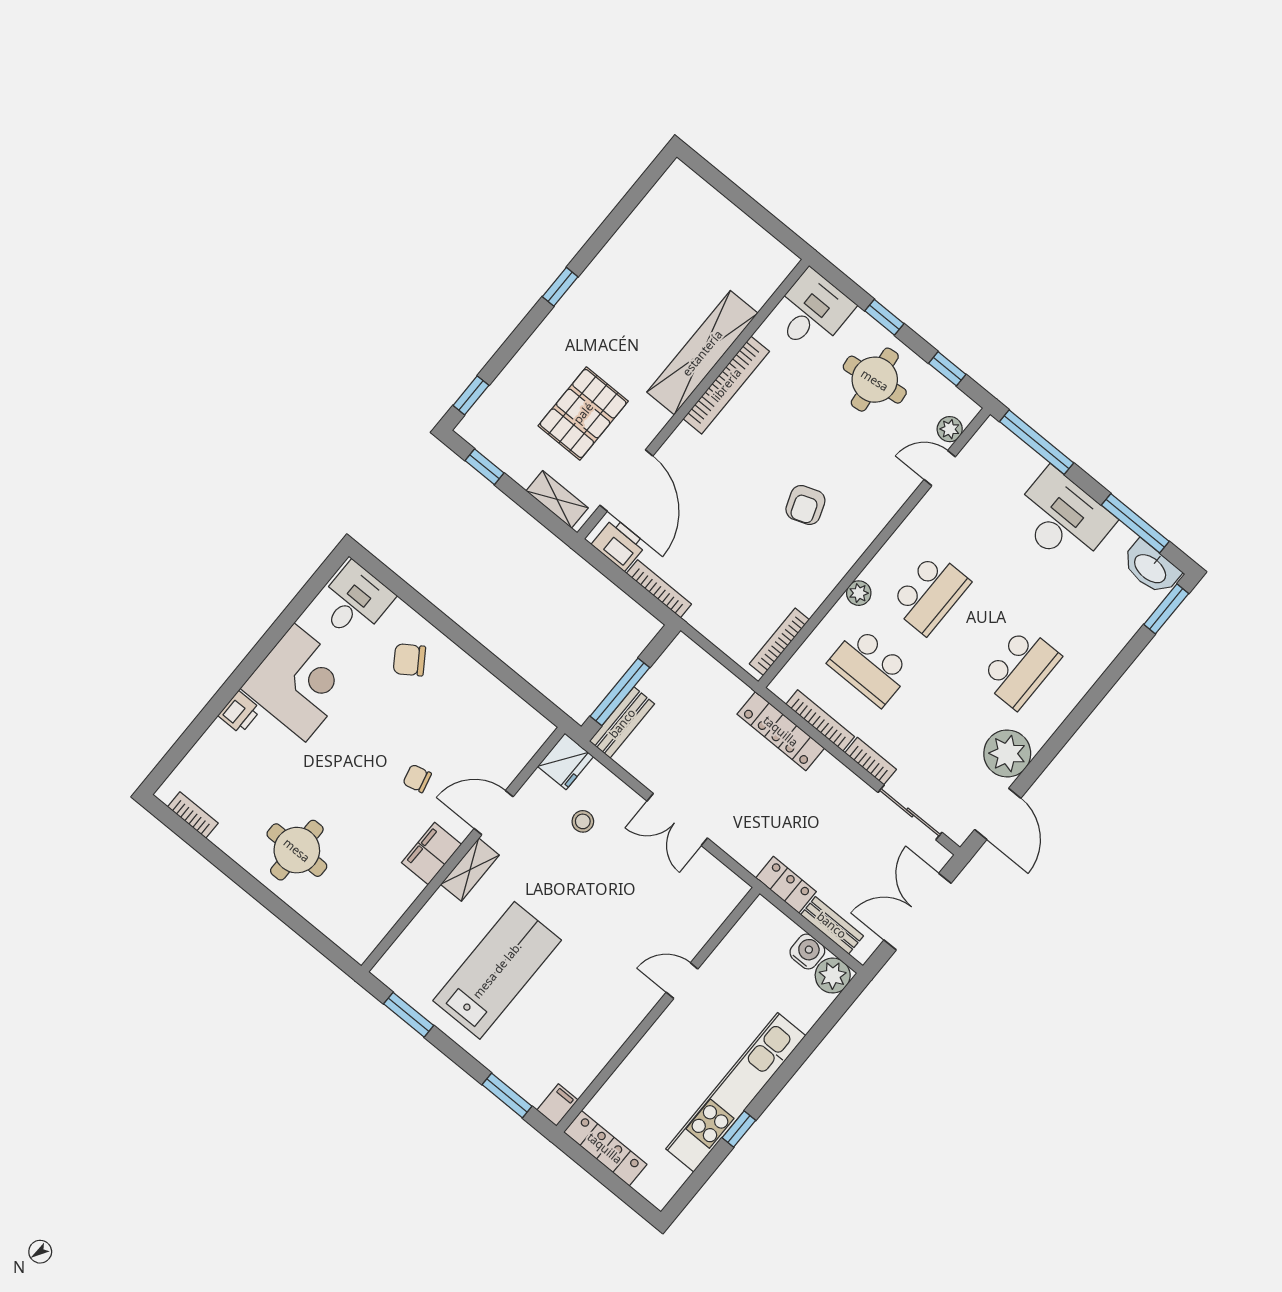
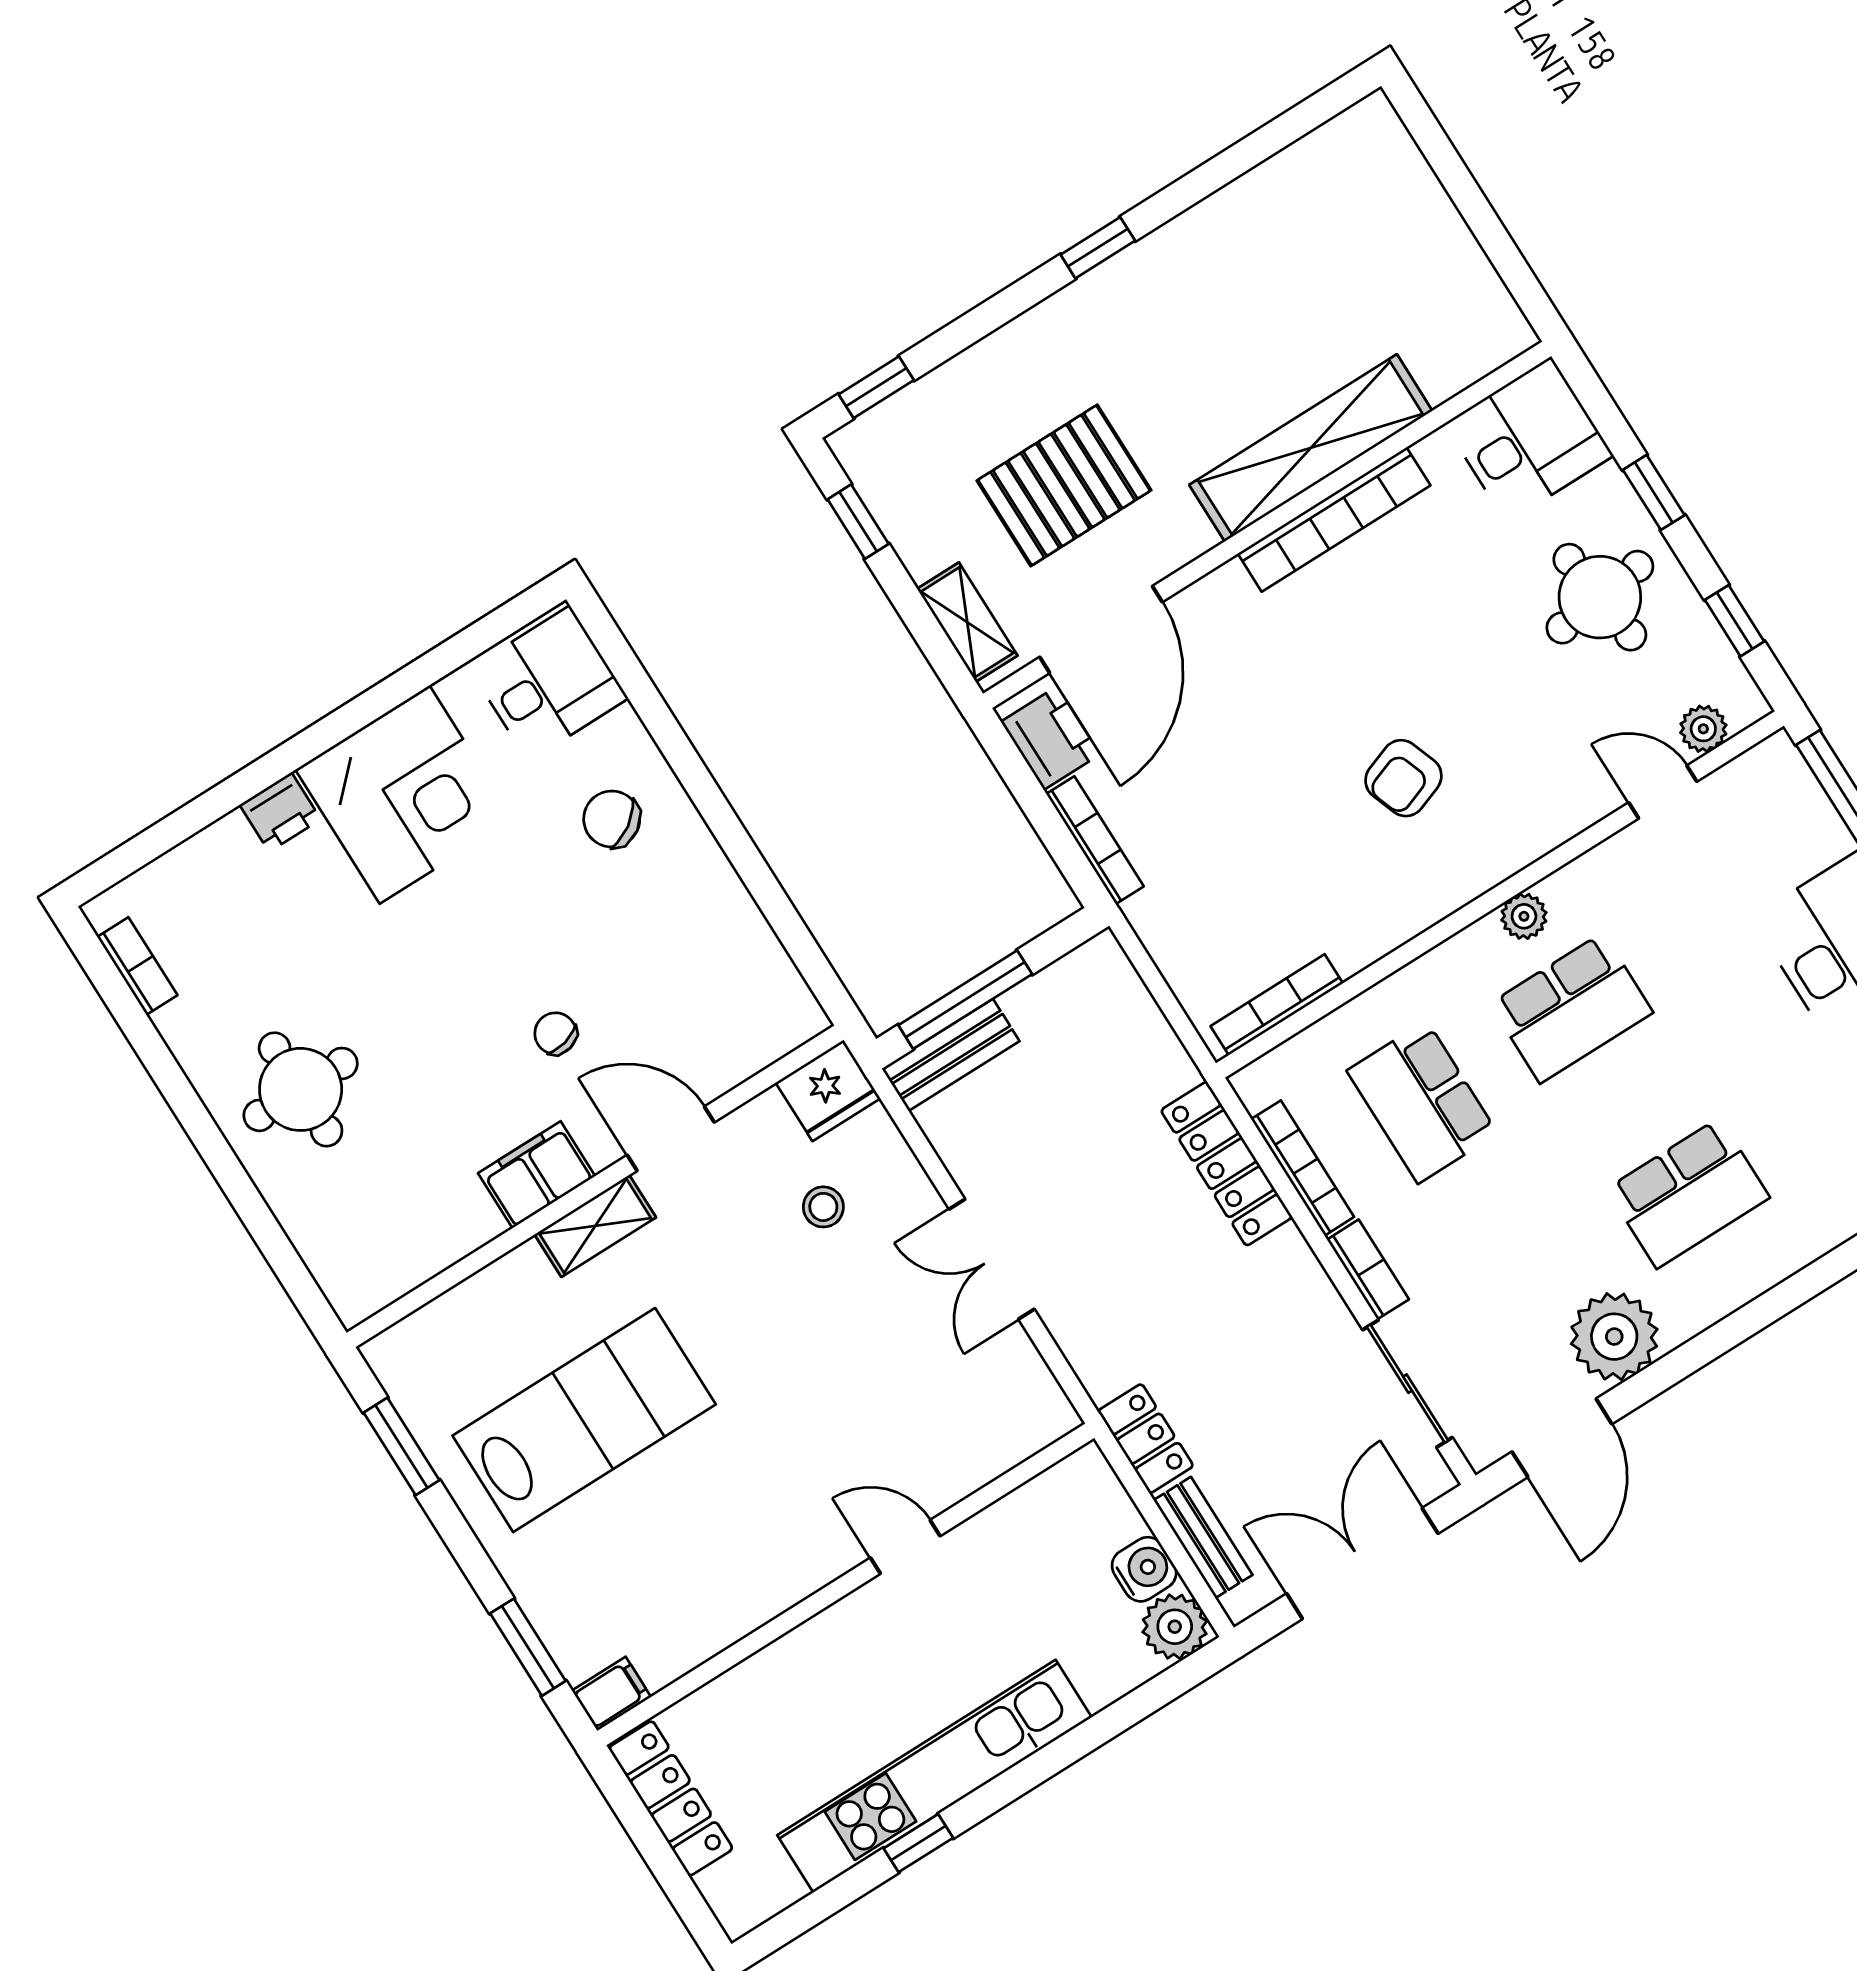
plant: (859, 593) -> (1524, 916), moved

